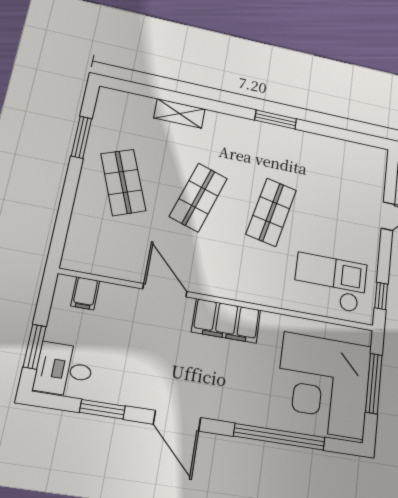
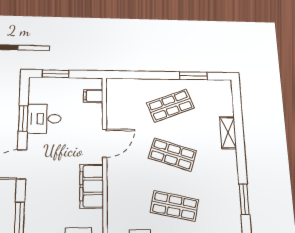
desk: (64, 370) -> (44, 119), moved, turned -90

